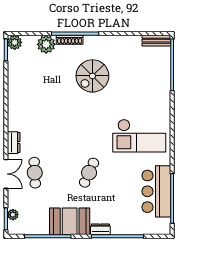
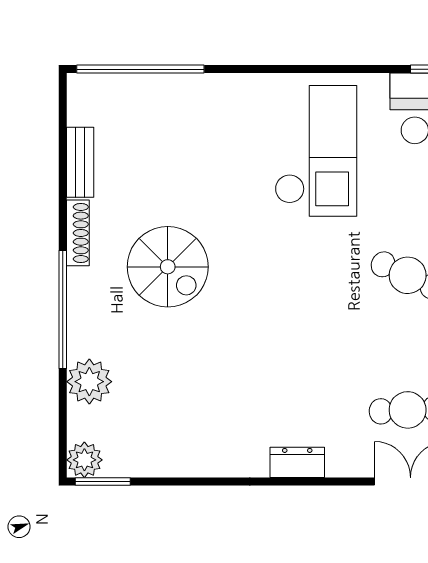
shoe rack: (70, 40) -> (78, 233), moved
bench: (156, 41) -> (80, 162), moved
dresser: (14, 143) -> (297, 462), moved

